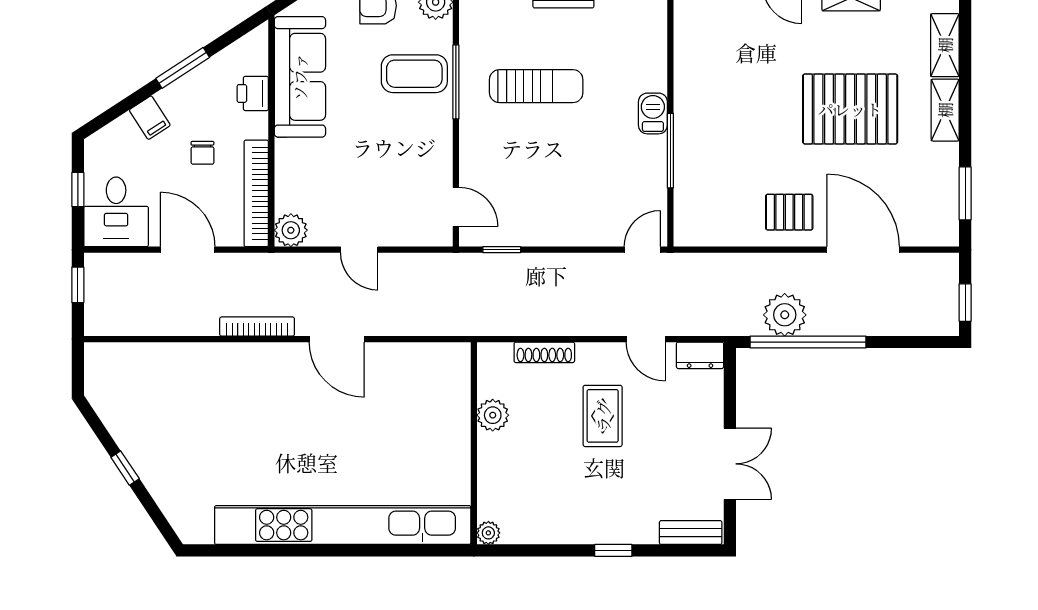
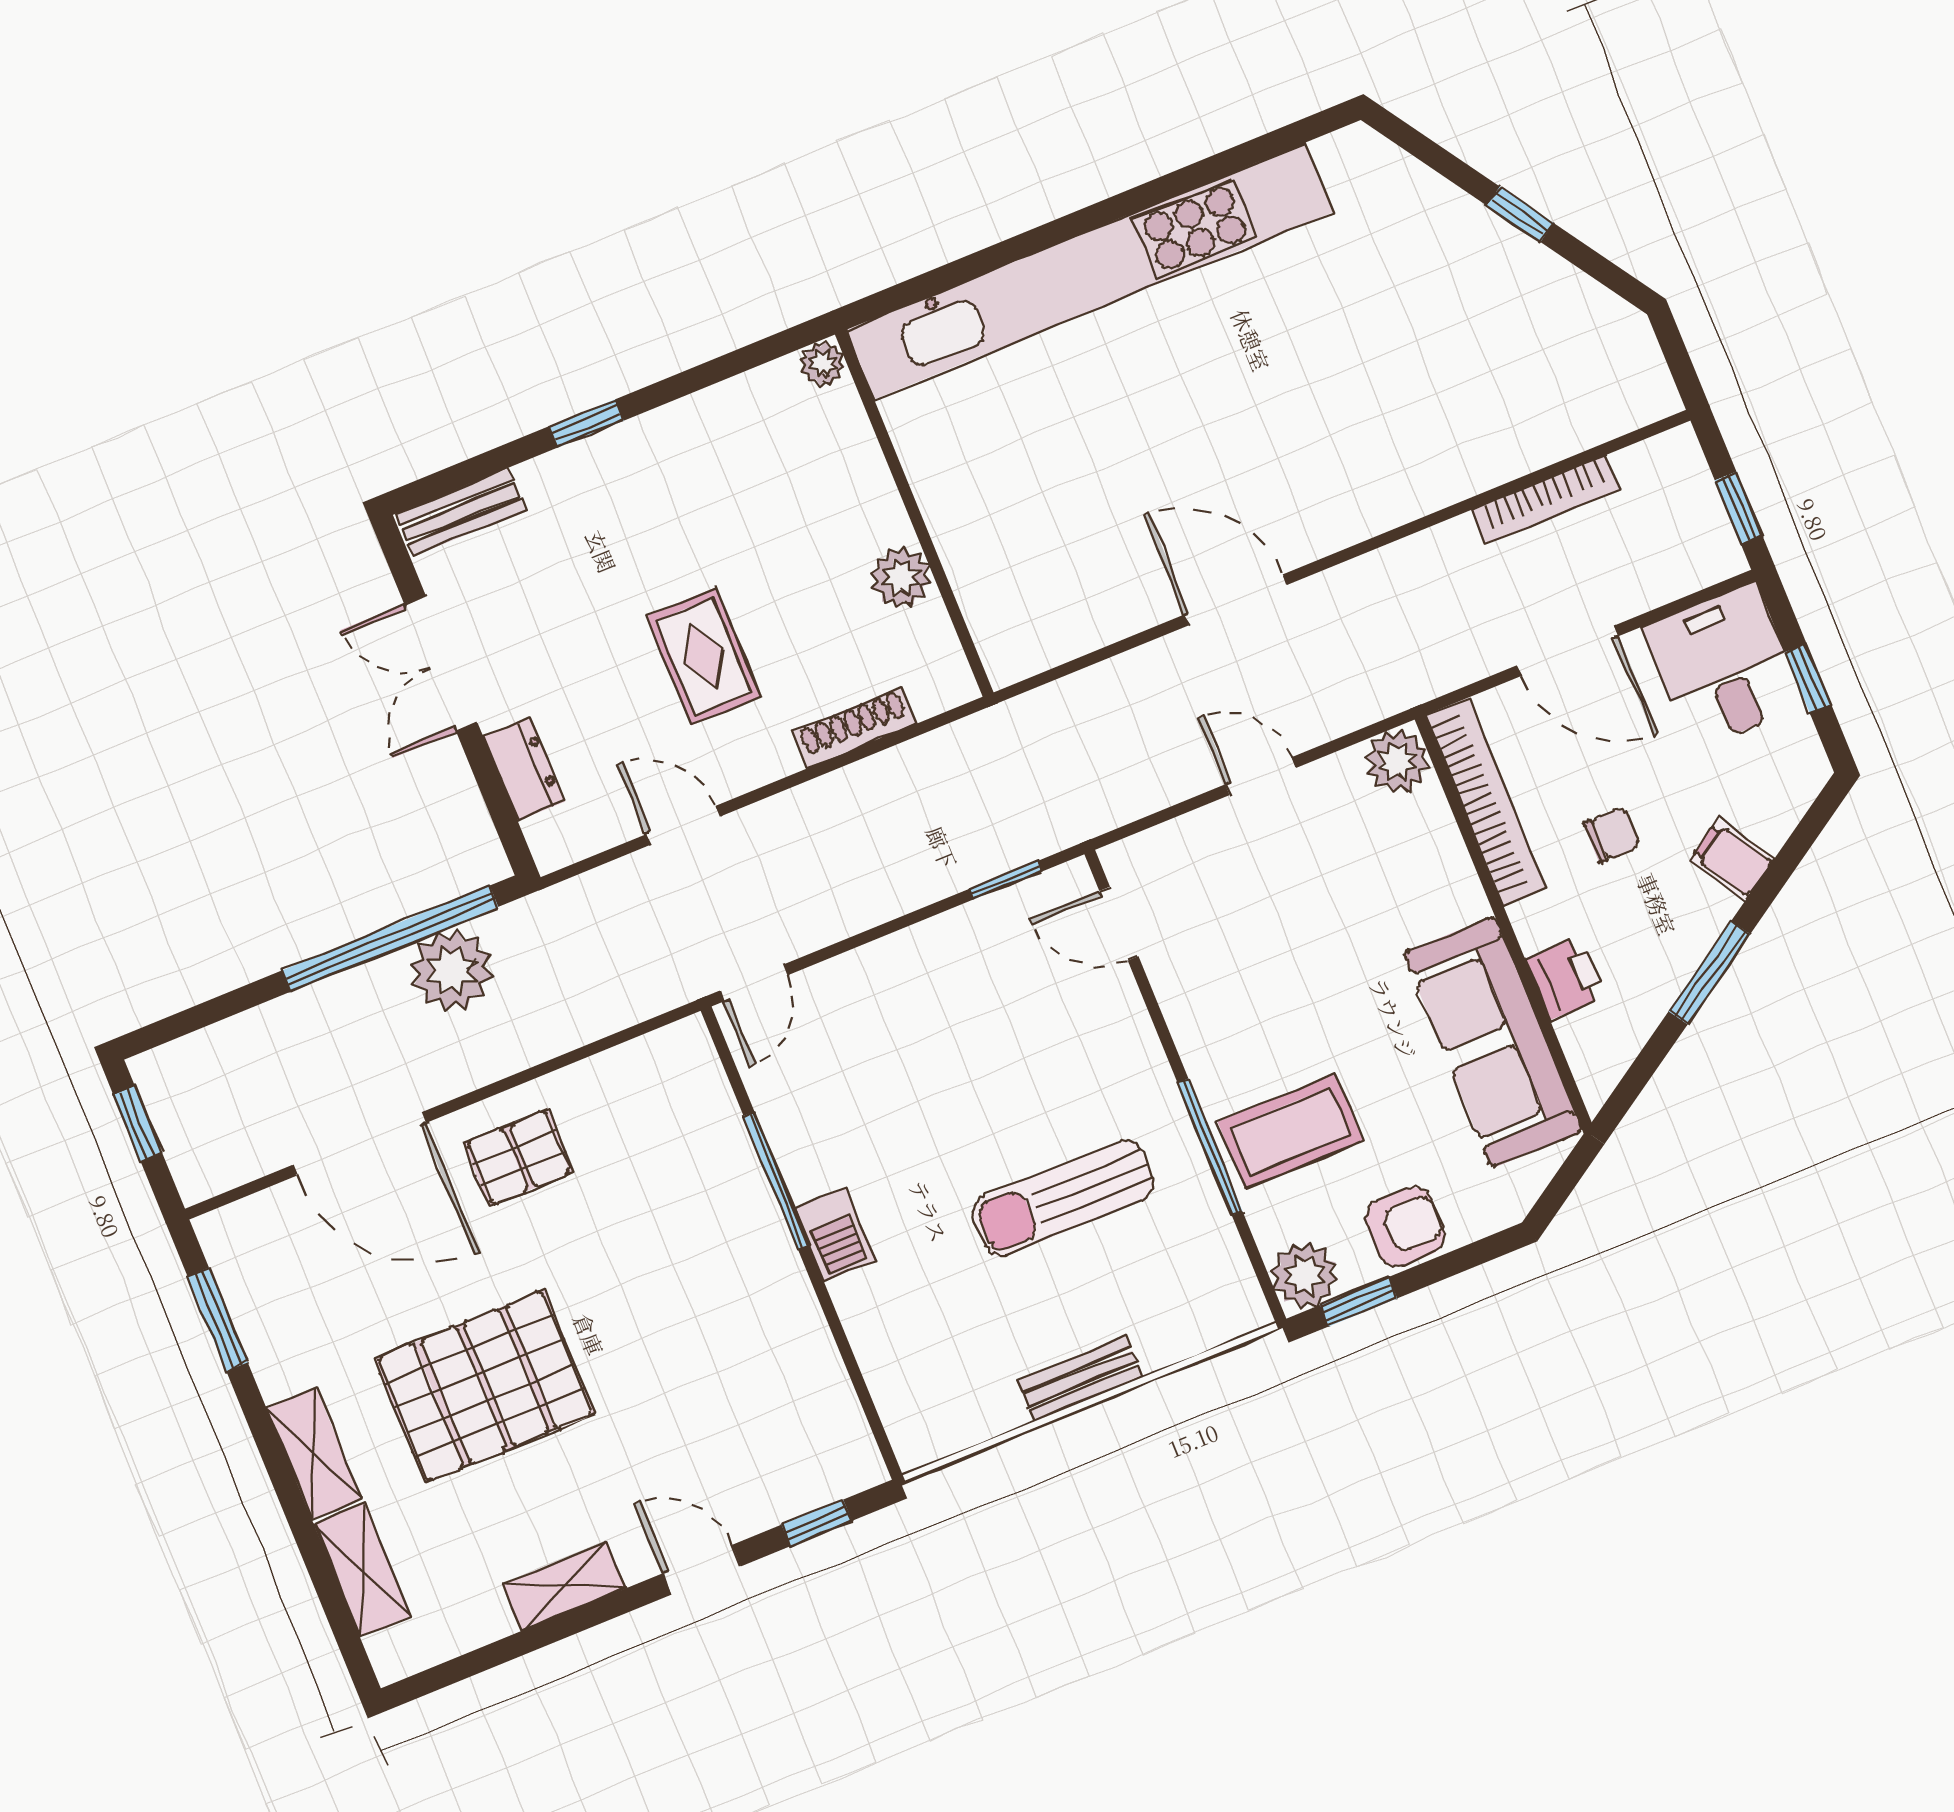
chair: (202, 153) -> (1612, 835), turned 90
bookcase: (257, 327) -> (1545, 500), moved
dresser: (700, 355) -> (524, 769), moved, turned 90

